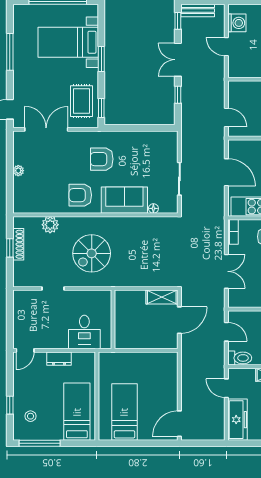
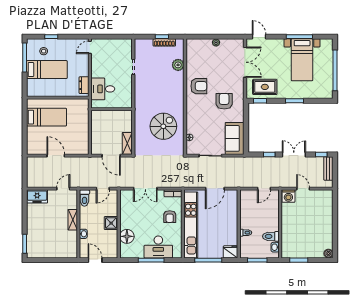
washing machine: (237, 23) -> (288, 196), moved
bed with nightstands: (68, 42) -> (302, 60), moved, turned 180
door: (226, 47) -> (303, 189), hinge flipped
door: (226, 118) -> (264, 189), moved
armchair: (80, 195) -> (199, 86), turned 90
sofa: (124, 200) -> (235, 138), moved, turned 180
spiral stairs: (92, 253) -> (163, 126), moved, turned 90
door: (25, 350) -> (90, 47), hinge flipped
dresser: (59, 359) -> (84, 85), moved
bed: (77, 412) -> (47, 70), moved
freezer: (238, 420) -> (37, 196), width x0.71
door: (179, 424) -> (56, 156), moved

